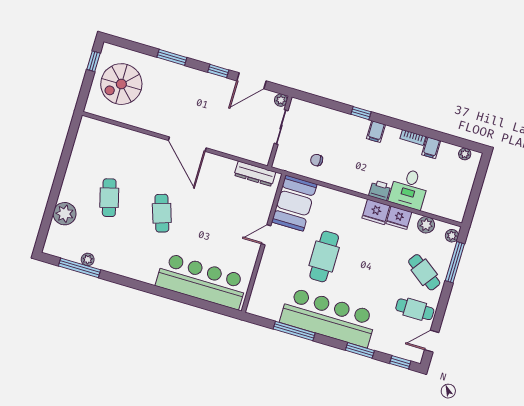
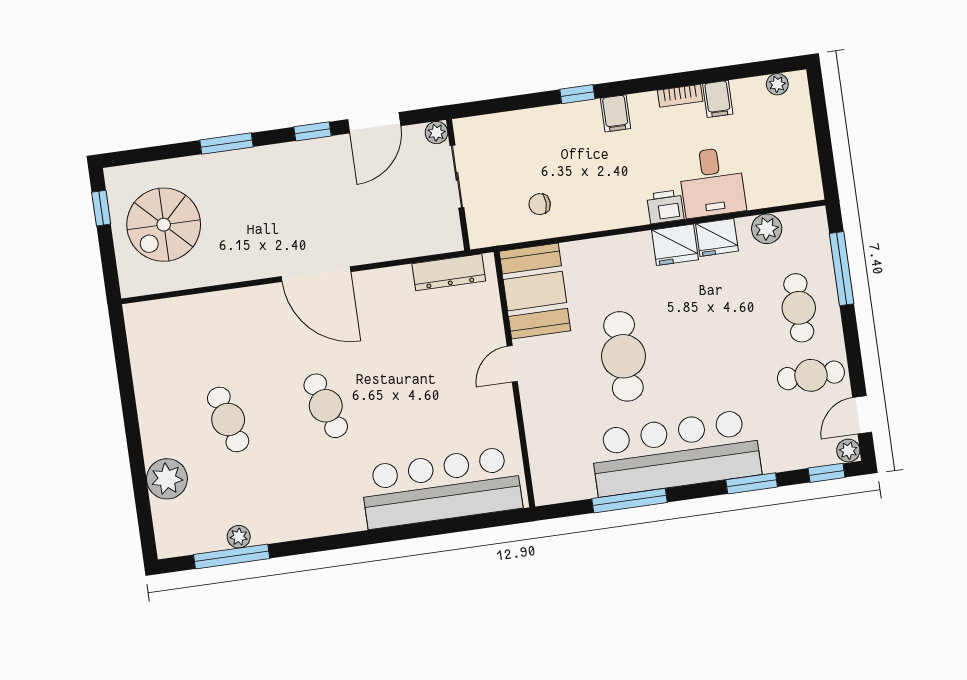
plant: (452, 236) -> (848, 451), moved
cafe table: (424, 272) -> (799, 308), turned 54

